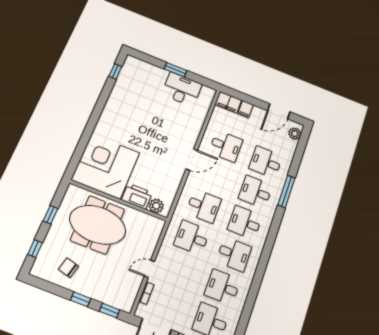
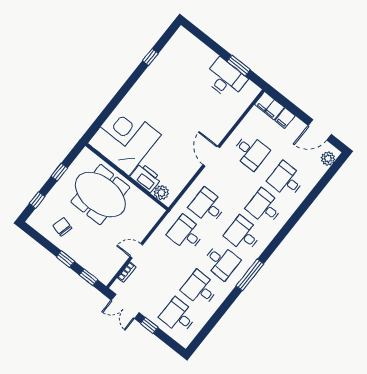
window: (176, 70) -> (239, 66), moved
window: (115, 71) -> (150, 57), moved
door: (192, 160) -> (211, 156), swing flipped
window: (286, 191) -> (250, 275), moved
desk: (204, 206) -> (208, 206), turned 180

